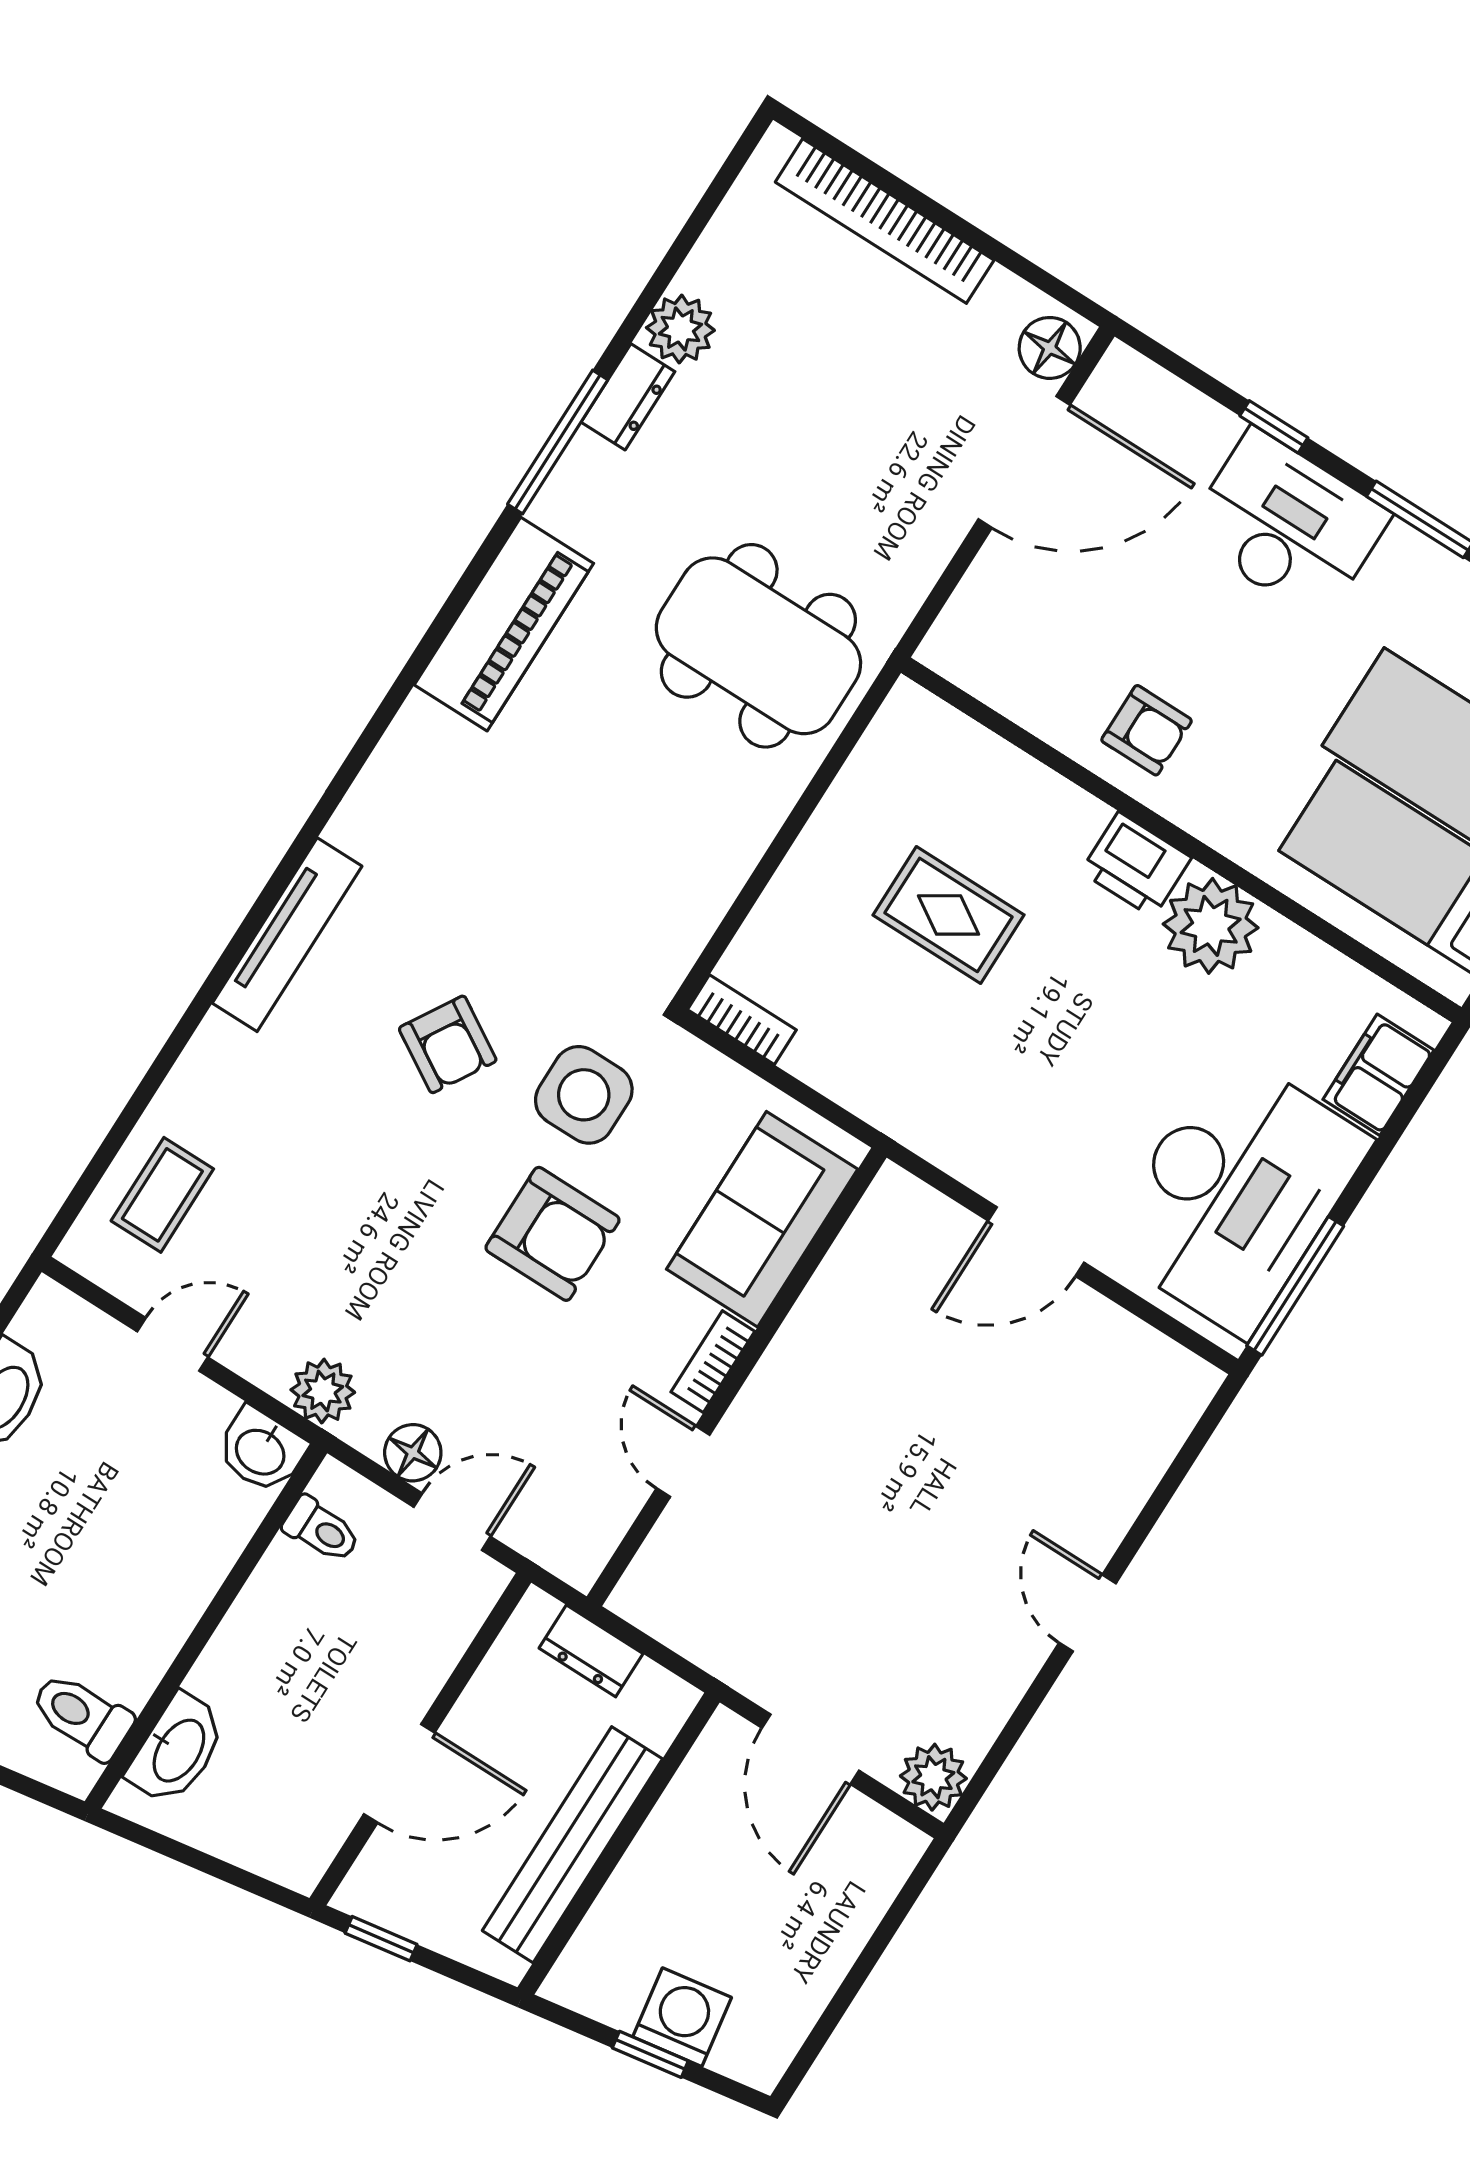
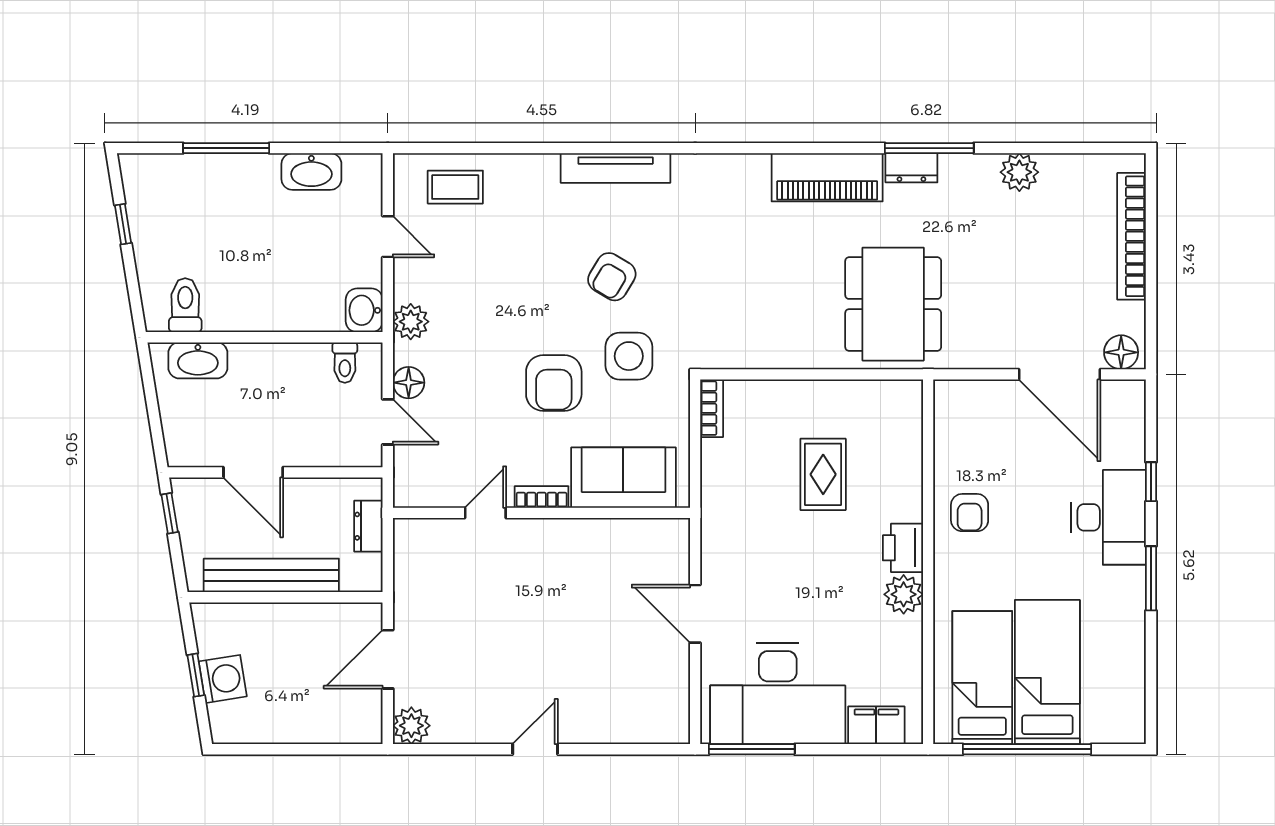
dresser: (628, 397) -> (911, 168), moved
plant: (1211, 926) -> (904, 594), width x0.73, depth x0.73

